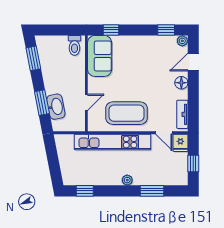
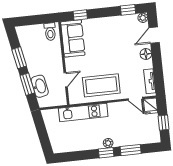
window: (33, 58) -> (19, 58), moved
kitchen unit: (113, 142) -> (83, 112), width x0.73
window: (85, 191) -> (106, 153), moved

